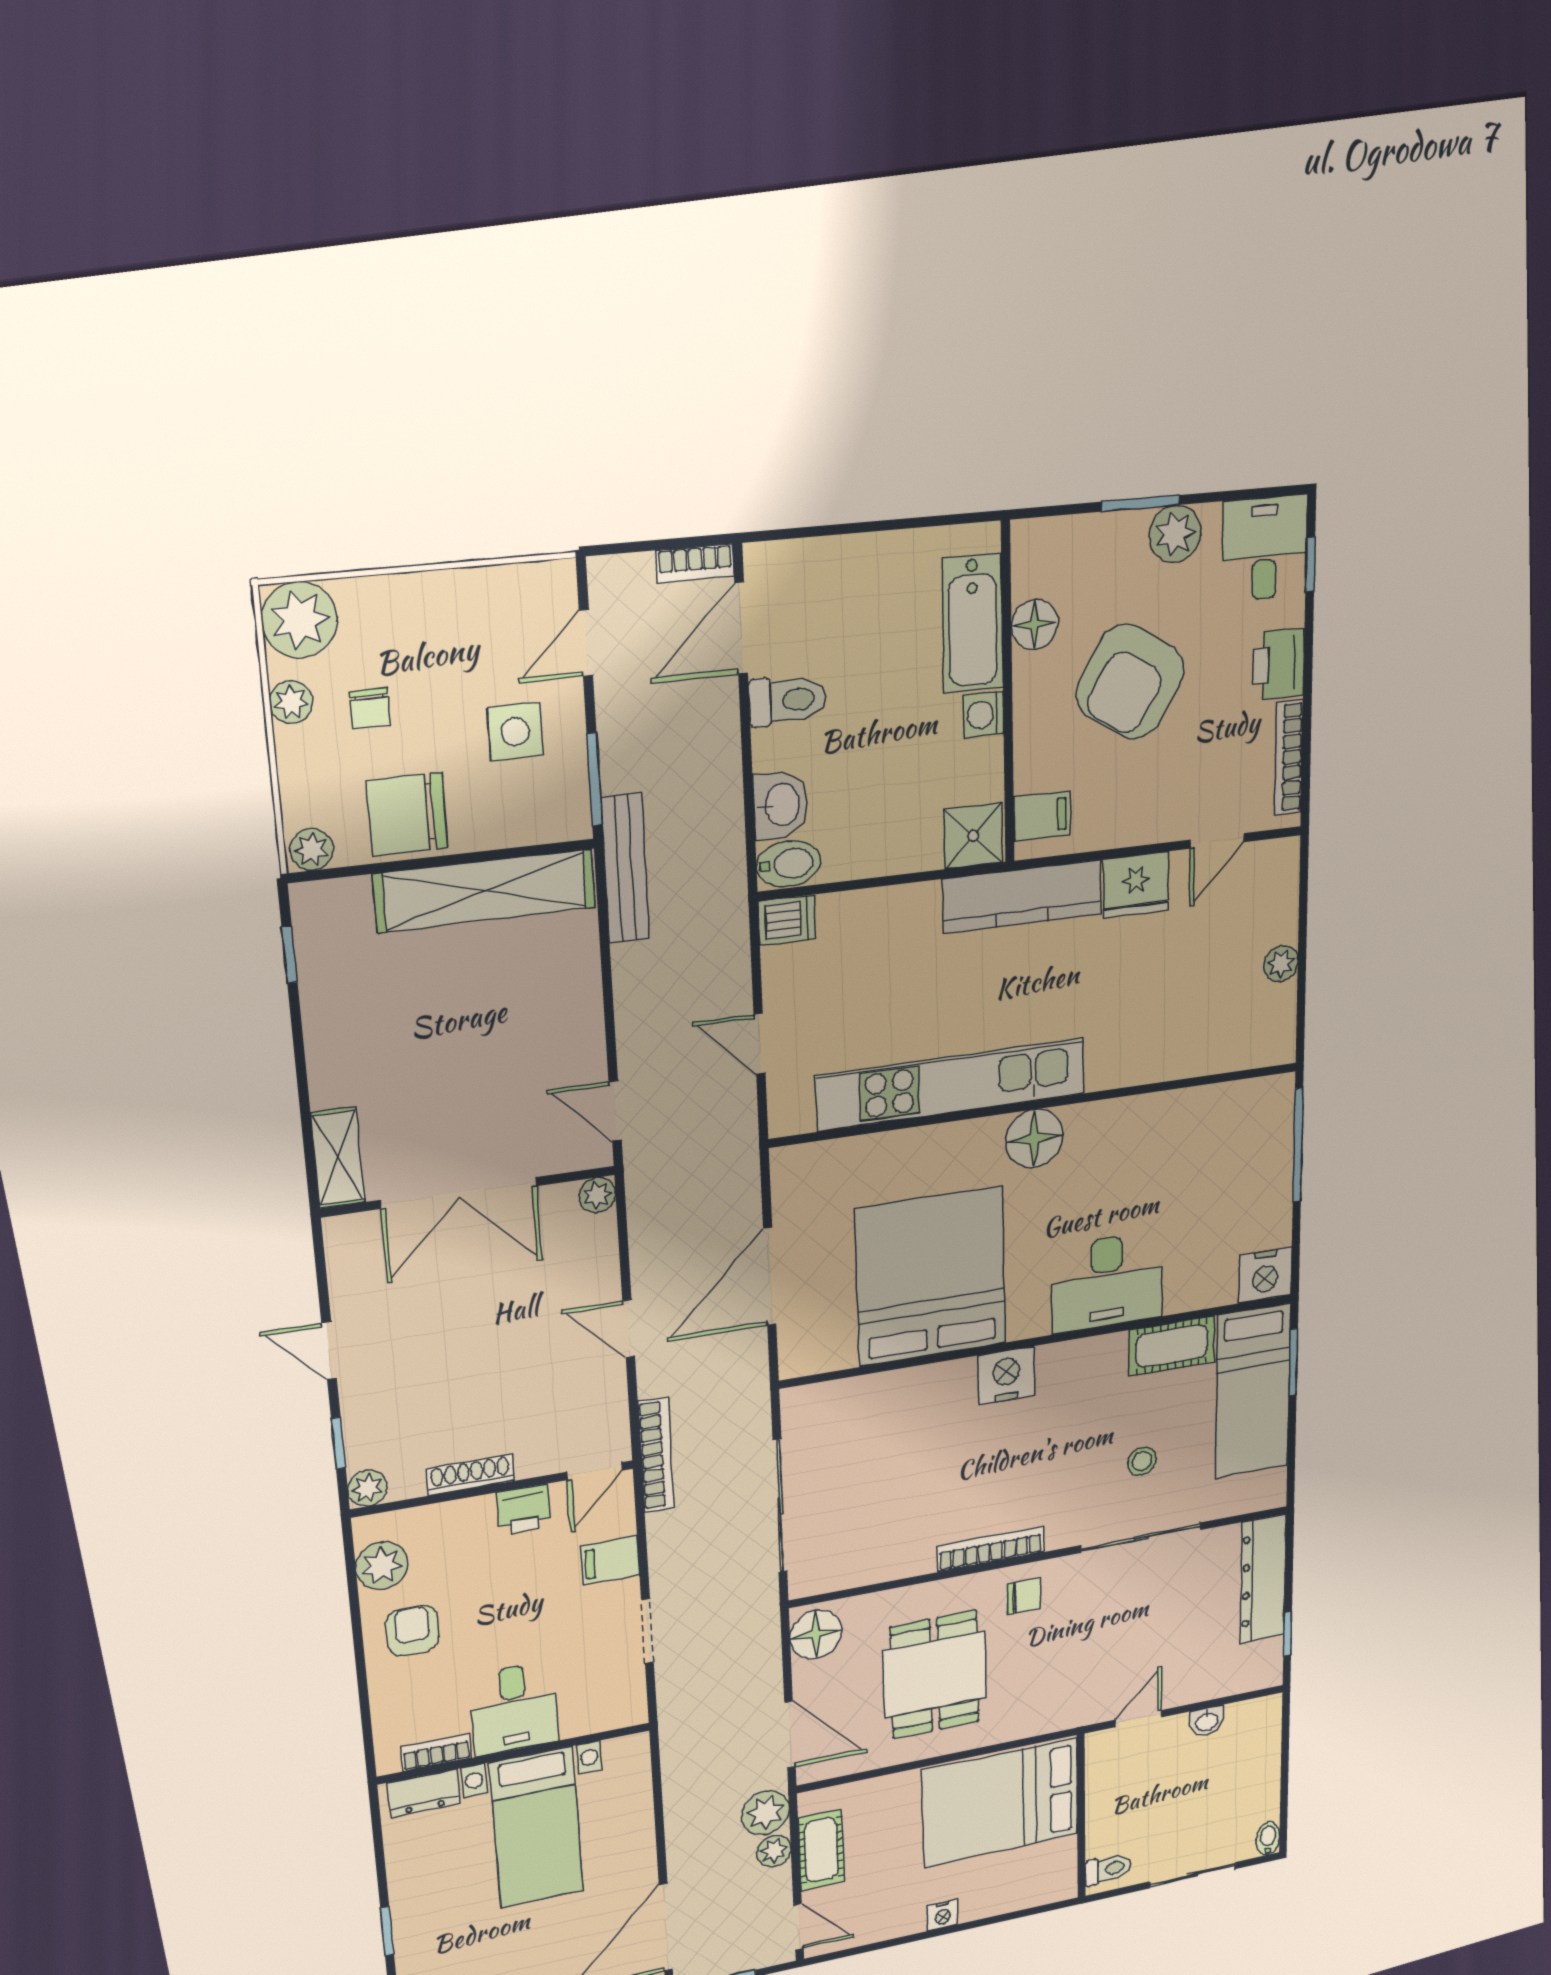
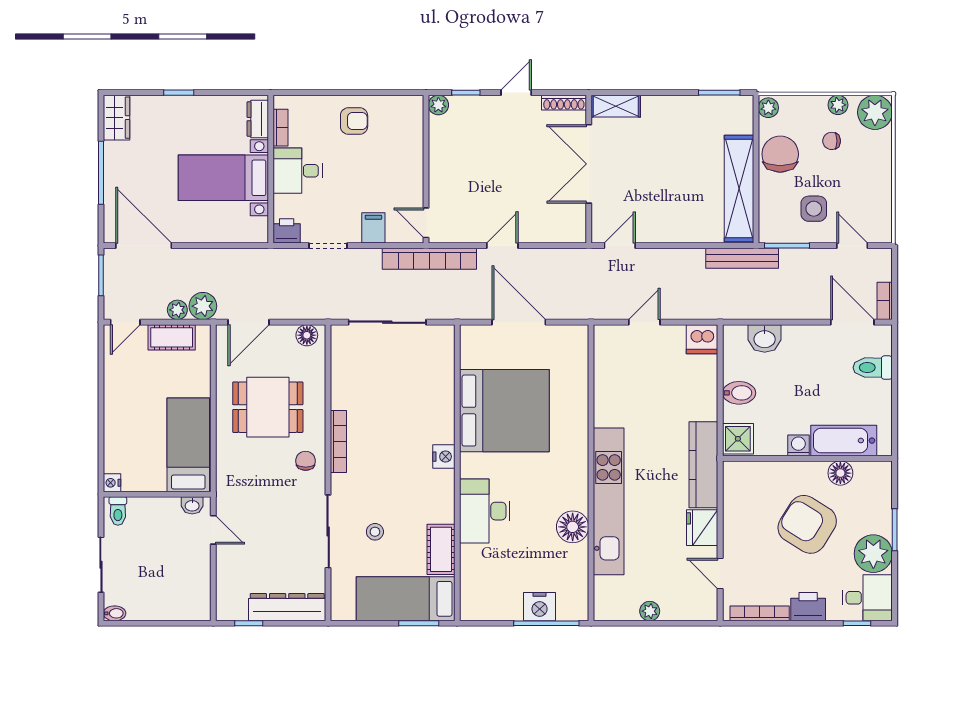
plant: (1175, 534) -> (873, 554), width x1.36, depth x1.36
toilet: (788, 700) -> (873, 368), moved, turned 90
filing cabinet: (1042, 816) -> (744, 476), removed
bidet: (788, 864) -> (739, 393), moved, turned -90
dishwasher: (787, 920) -> (702, 339), width x1.38
window: (289, 955) -> (719, 93), width x1.50
kitchen unit: (951, 1085) -> (609, 501), moved
floor lamp: (1034, 1138) -> (573, 527), moved
plant: (597, 1195) -> (577, 234), removed
nightstand: (1265, 1275) -> (540, 607), moved, turned -90
nightstand: (1006, 1376) -> (444, 457), width x0.74, depth x0.75
bookcase: (656, 1455) -> (429, 259), width x1.48, depth x1.31
shoe rack: (470, 1475) -> (564, 103), moved, turned 90
printer: (524, 1510) -> (287, 231), moved, turned 90
plant: (382, 1566) -> (394, 108), removed
chair: (1024, 1596) -> (306, 461), turned 180
floor lamp: (816, 1634) -> (307, 335), width x0.73, depth x0.73
washbasin: (1207, 1721) -> (192, 505), moved, turned -90
bed: (1001, 1802) -> (188, 445), width x0.67
nightstand: (943, 1915) -> (112, 483), moved

